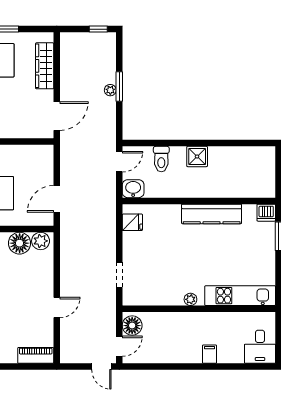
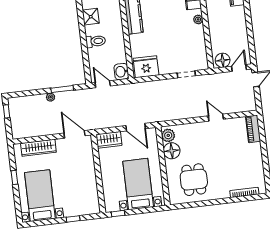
window: (119, 86) -> (62, 89), moved
shower: (197, 156) -> (91, 17), moved
toilet: (161, 159) -> (96, 41), moved
wardrobe: (44, 161) -> (109, 140), added
fridge: (132, 222) -> (146, 67), width x1.88, depth x1.34
door: (119, 346) -> (239, 68), hinge flipped

